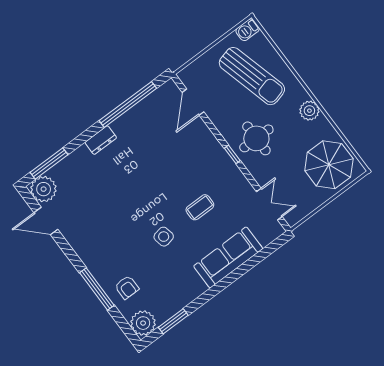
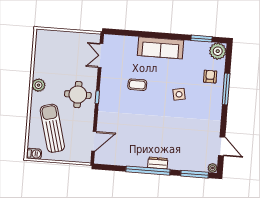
window: (128, 104) -> (148, 171), moved
parasol: (329, 165) -> (53, 49), removed
plant: (44, 189) -> (212, 168), width x0.53, depth x0.53
side table: (164, 237) -> (179, 94), moved
sofa: (228, 257) -> (161, 48), moved

